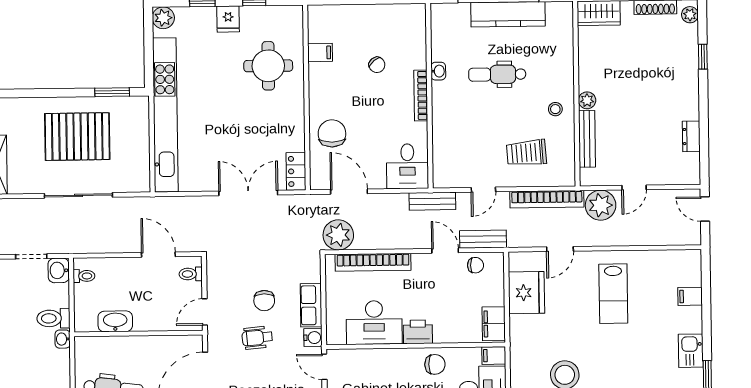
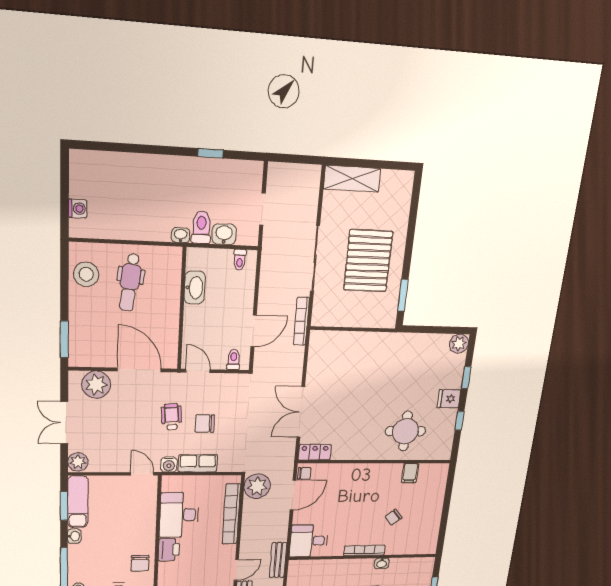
kitchen unit: (165, 115) -> (377, 342), removed
chair: (332, 133) -> (304, 473), moved, width x0.54, depth x0.54
double door: (248, 193) -> (301, 412), swing flipped
bookcase: (146, 203) -> (301, 321), added
washbasin: (59, 270) -> (224, 234), moved
door: (324, 367) -> (142, 474), hinge flipped

